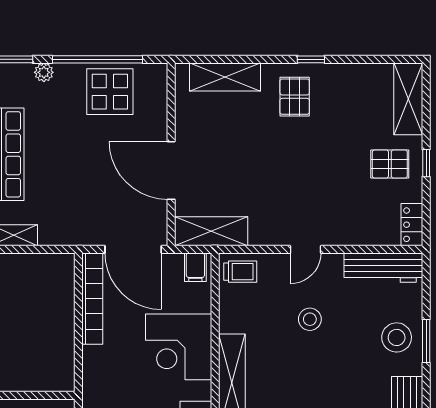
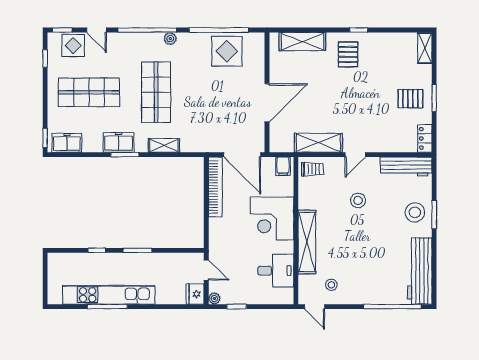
plant: (44, 72) -> (170, 39), moved
shelving: (408, 99) -> (425, 48), width x0.67, depth x0.75
window: (426, 163) -> (434, 98), width x1.50
door: (171, 170) -> (267, 103), swing flipped
shelving: (211, 231) -> (318, 143), moved

